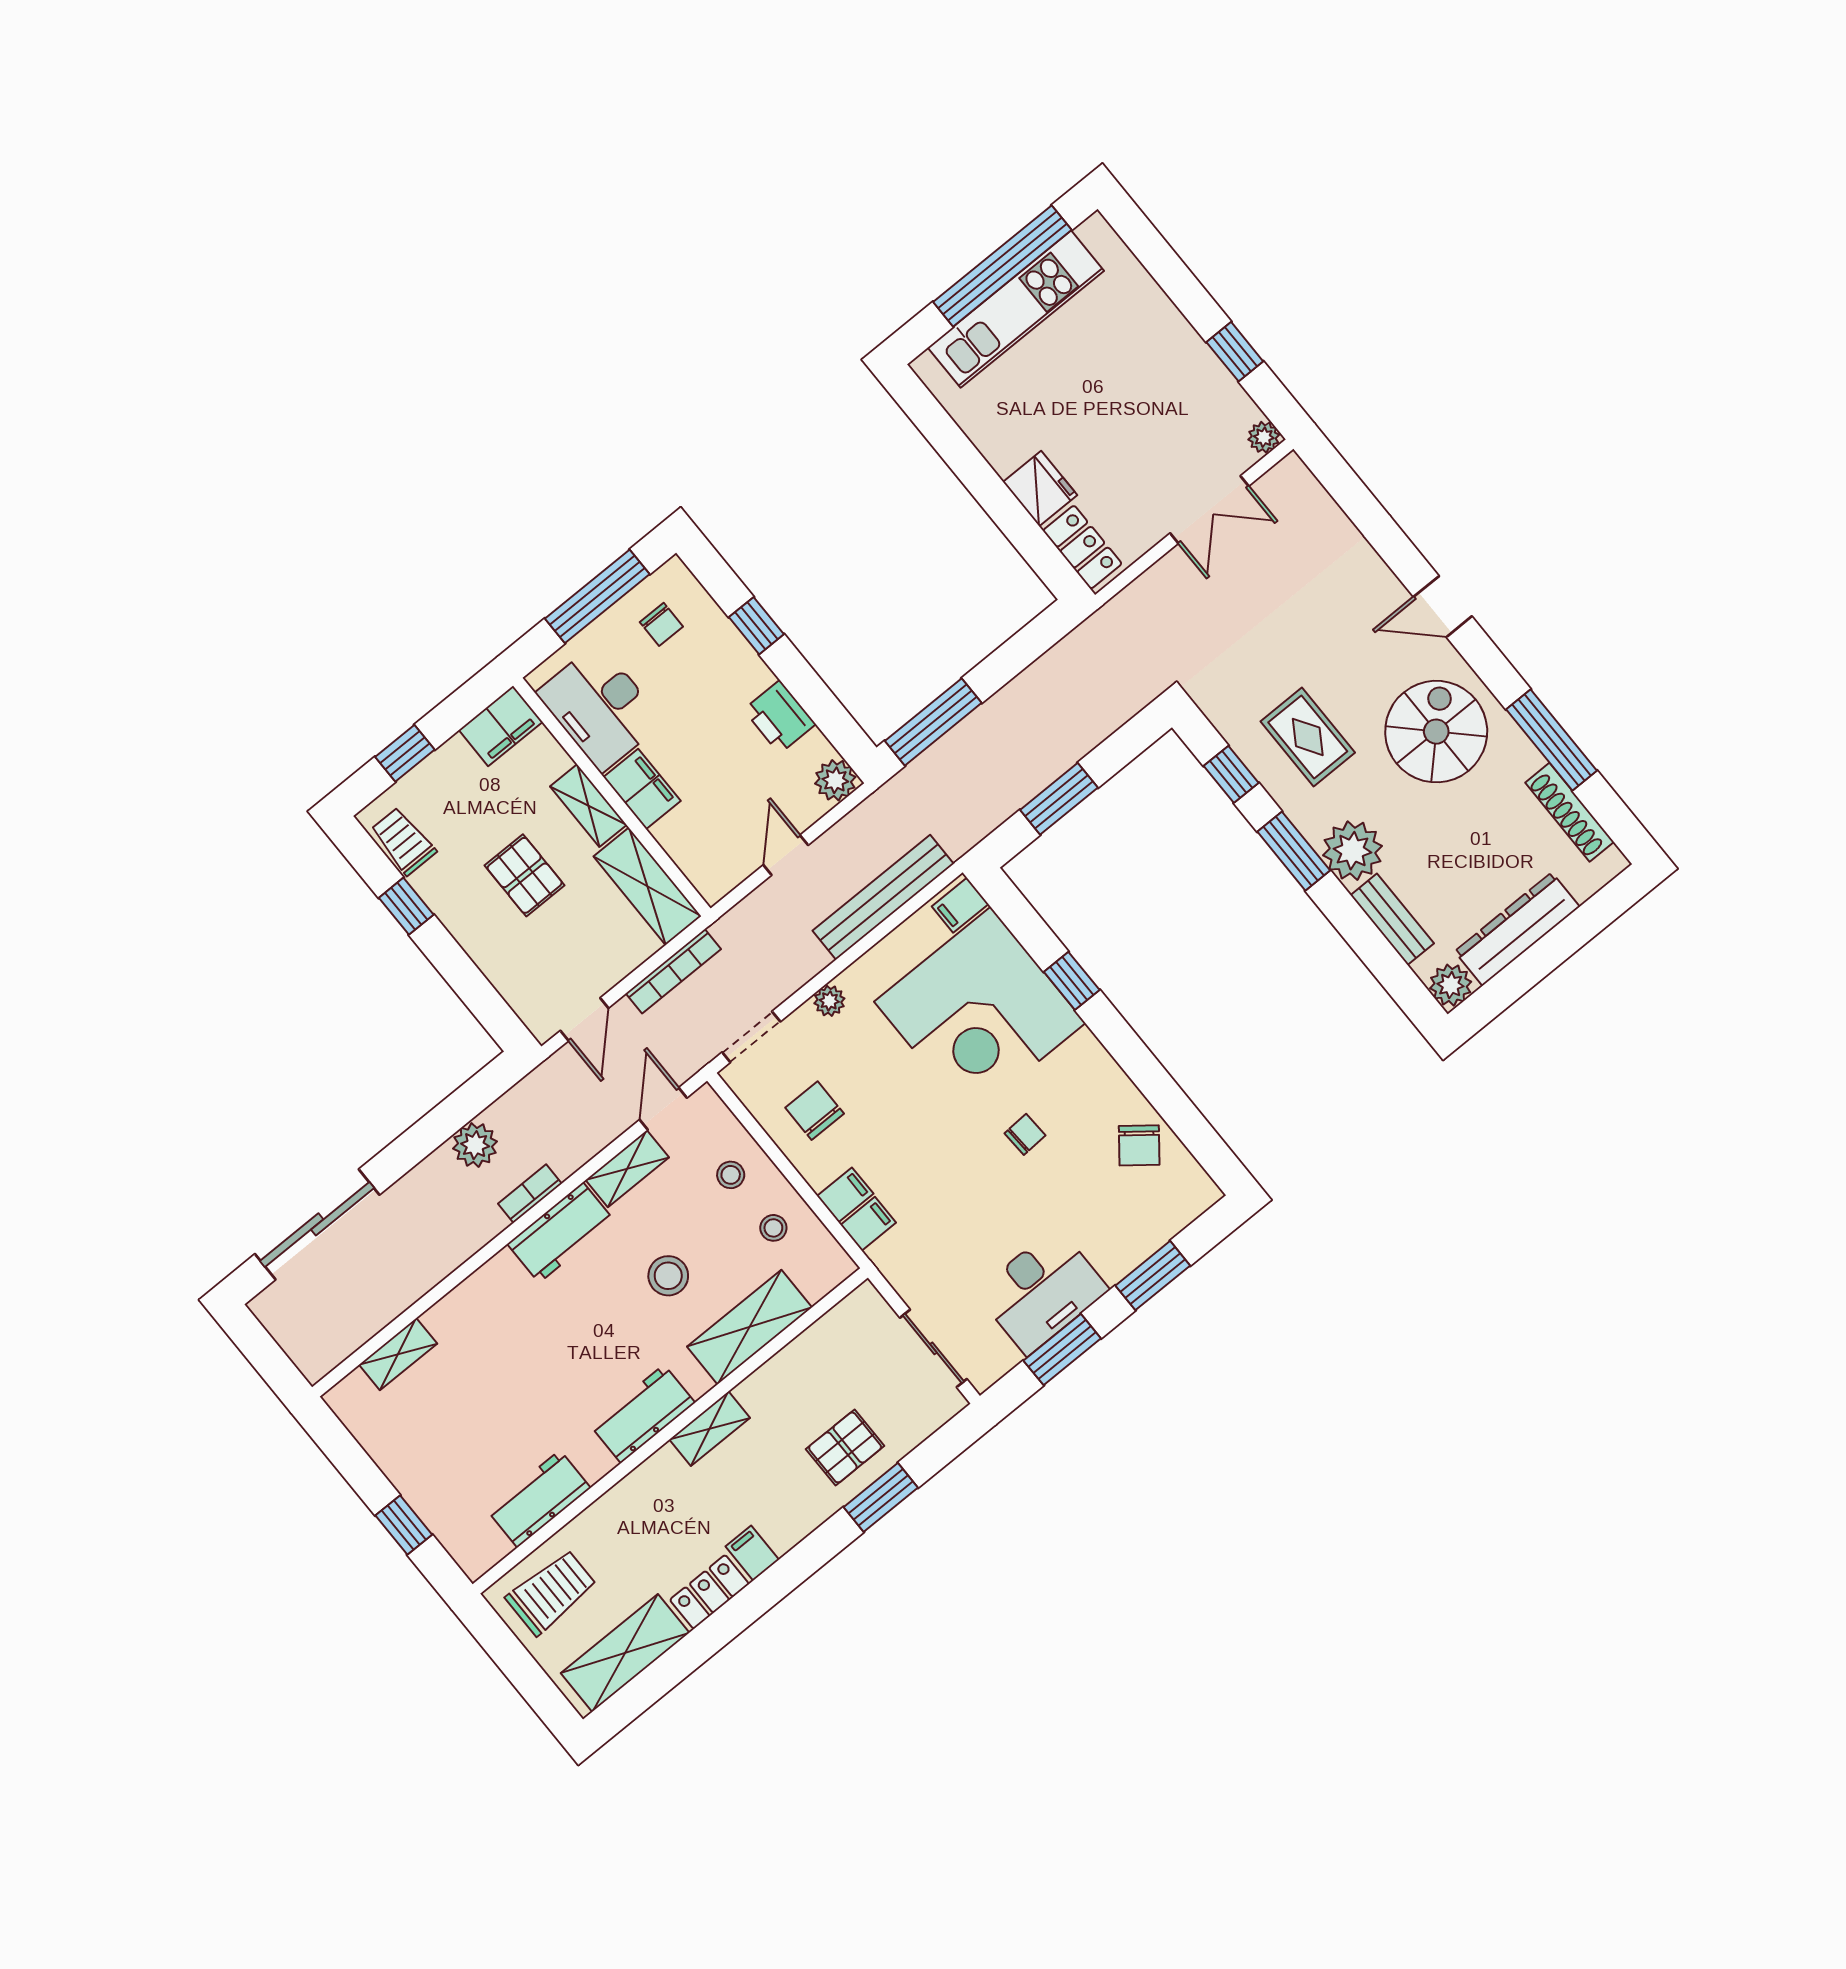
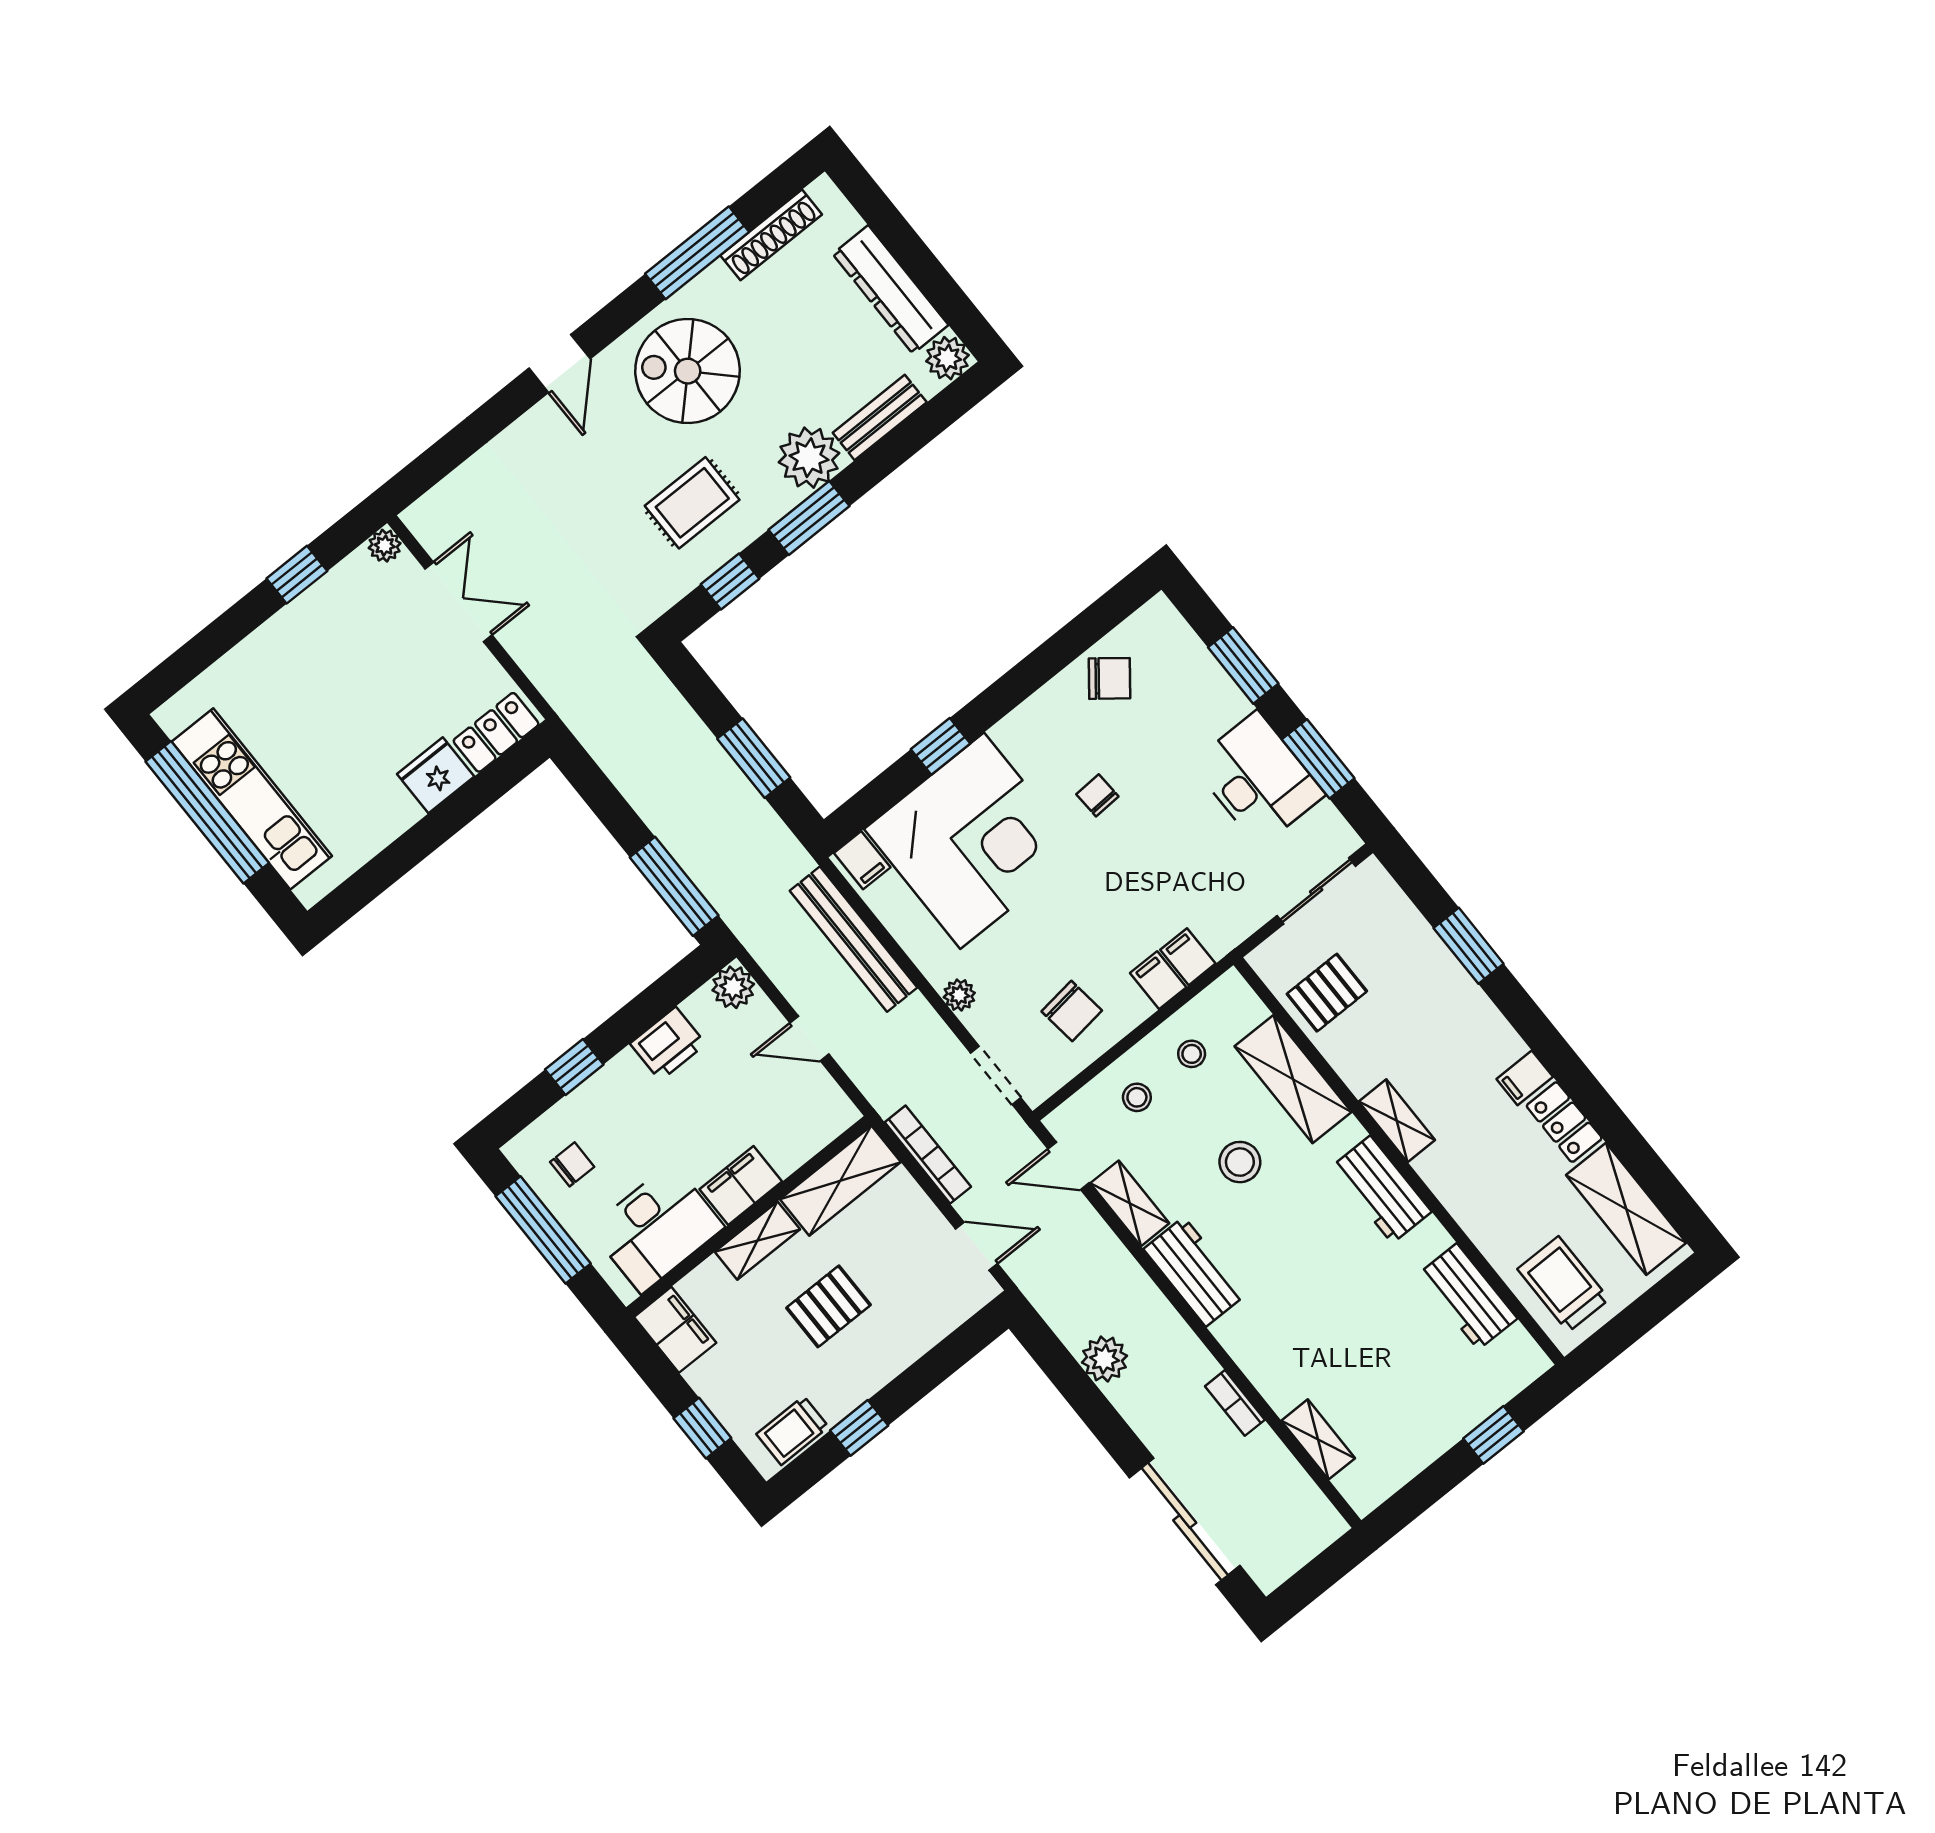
chair: (815, 1111) -> (1072, 1011), turned -97
bookcase: (530, 1194) -> (1235, 1403), moved
pallet: (845, 1447) -> (1327, 993), moved, turned 90

